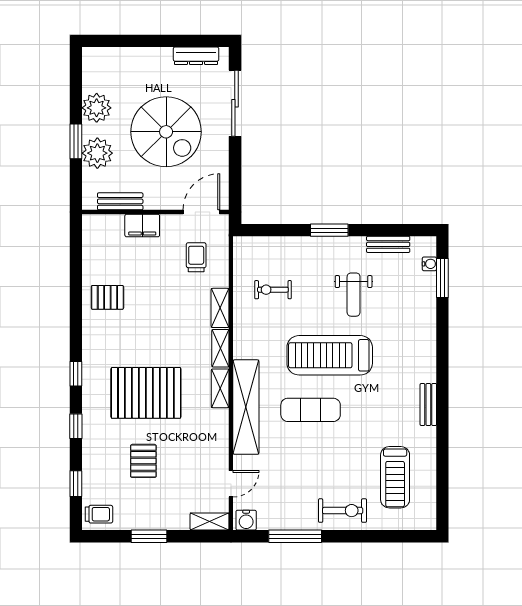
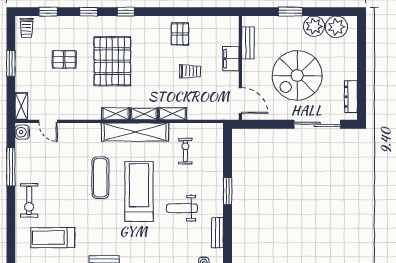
plant: (97, 153) -> (336, 27), moved
trolley: (196, 257) -> (190, 71), moved
shelving: (246, 407) -> (135, 132), moved

